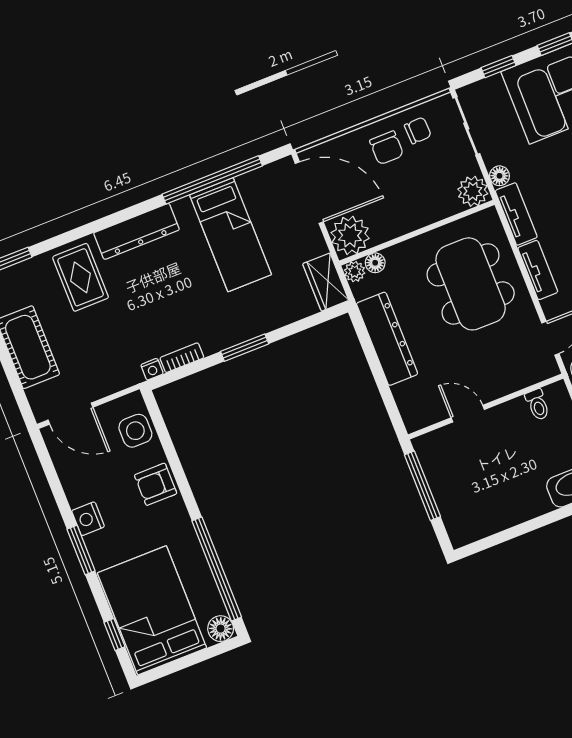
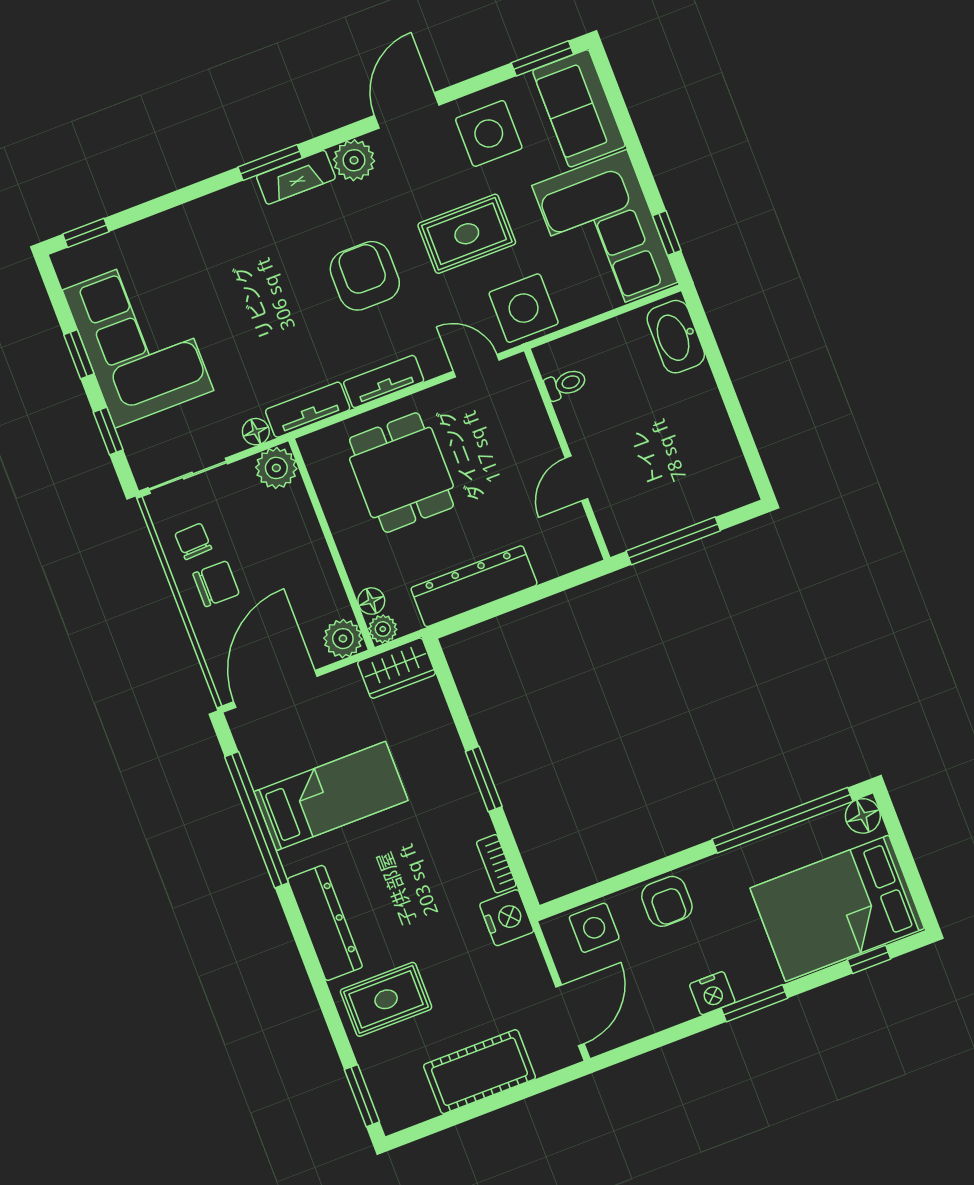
plant: (350, 235) -> (343, 639), width x0.73, depth x0.73
dining table: (471, 284) -> (401, 473), width x0.73
nightstand: (152, 369) -> (507, 918), width x1.89, depth x1.79

